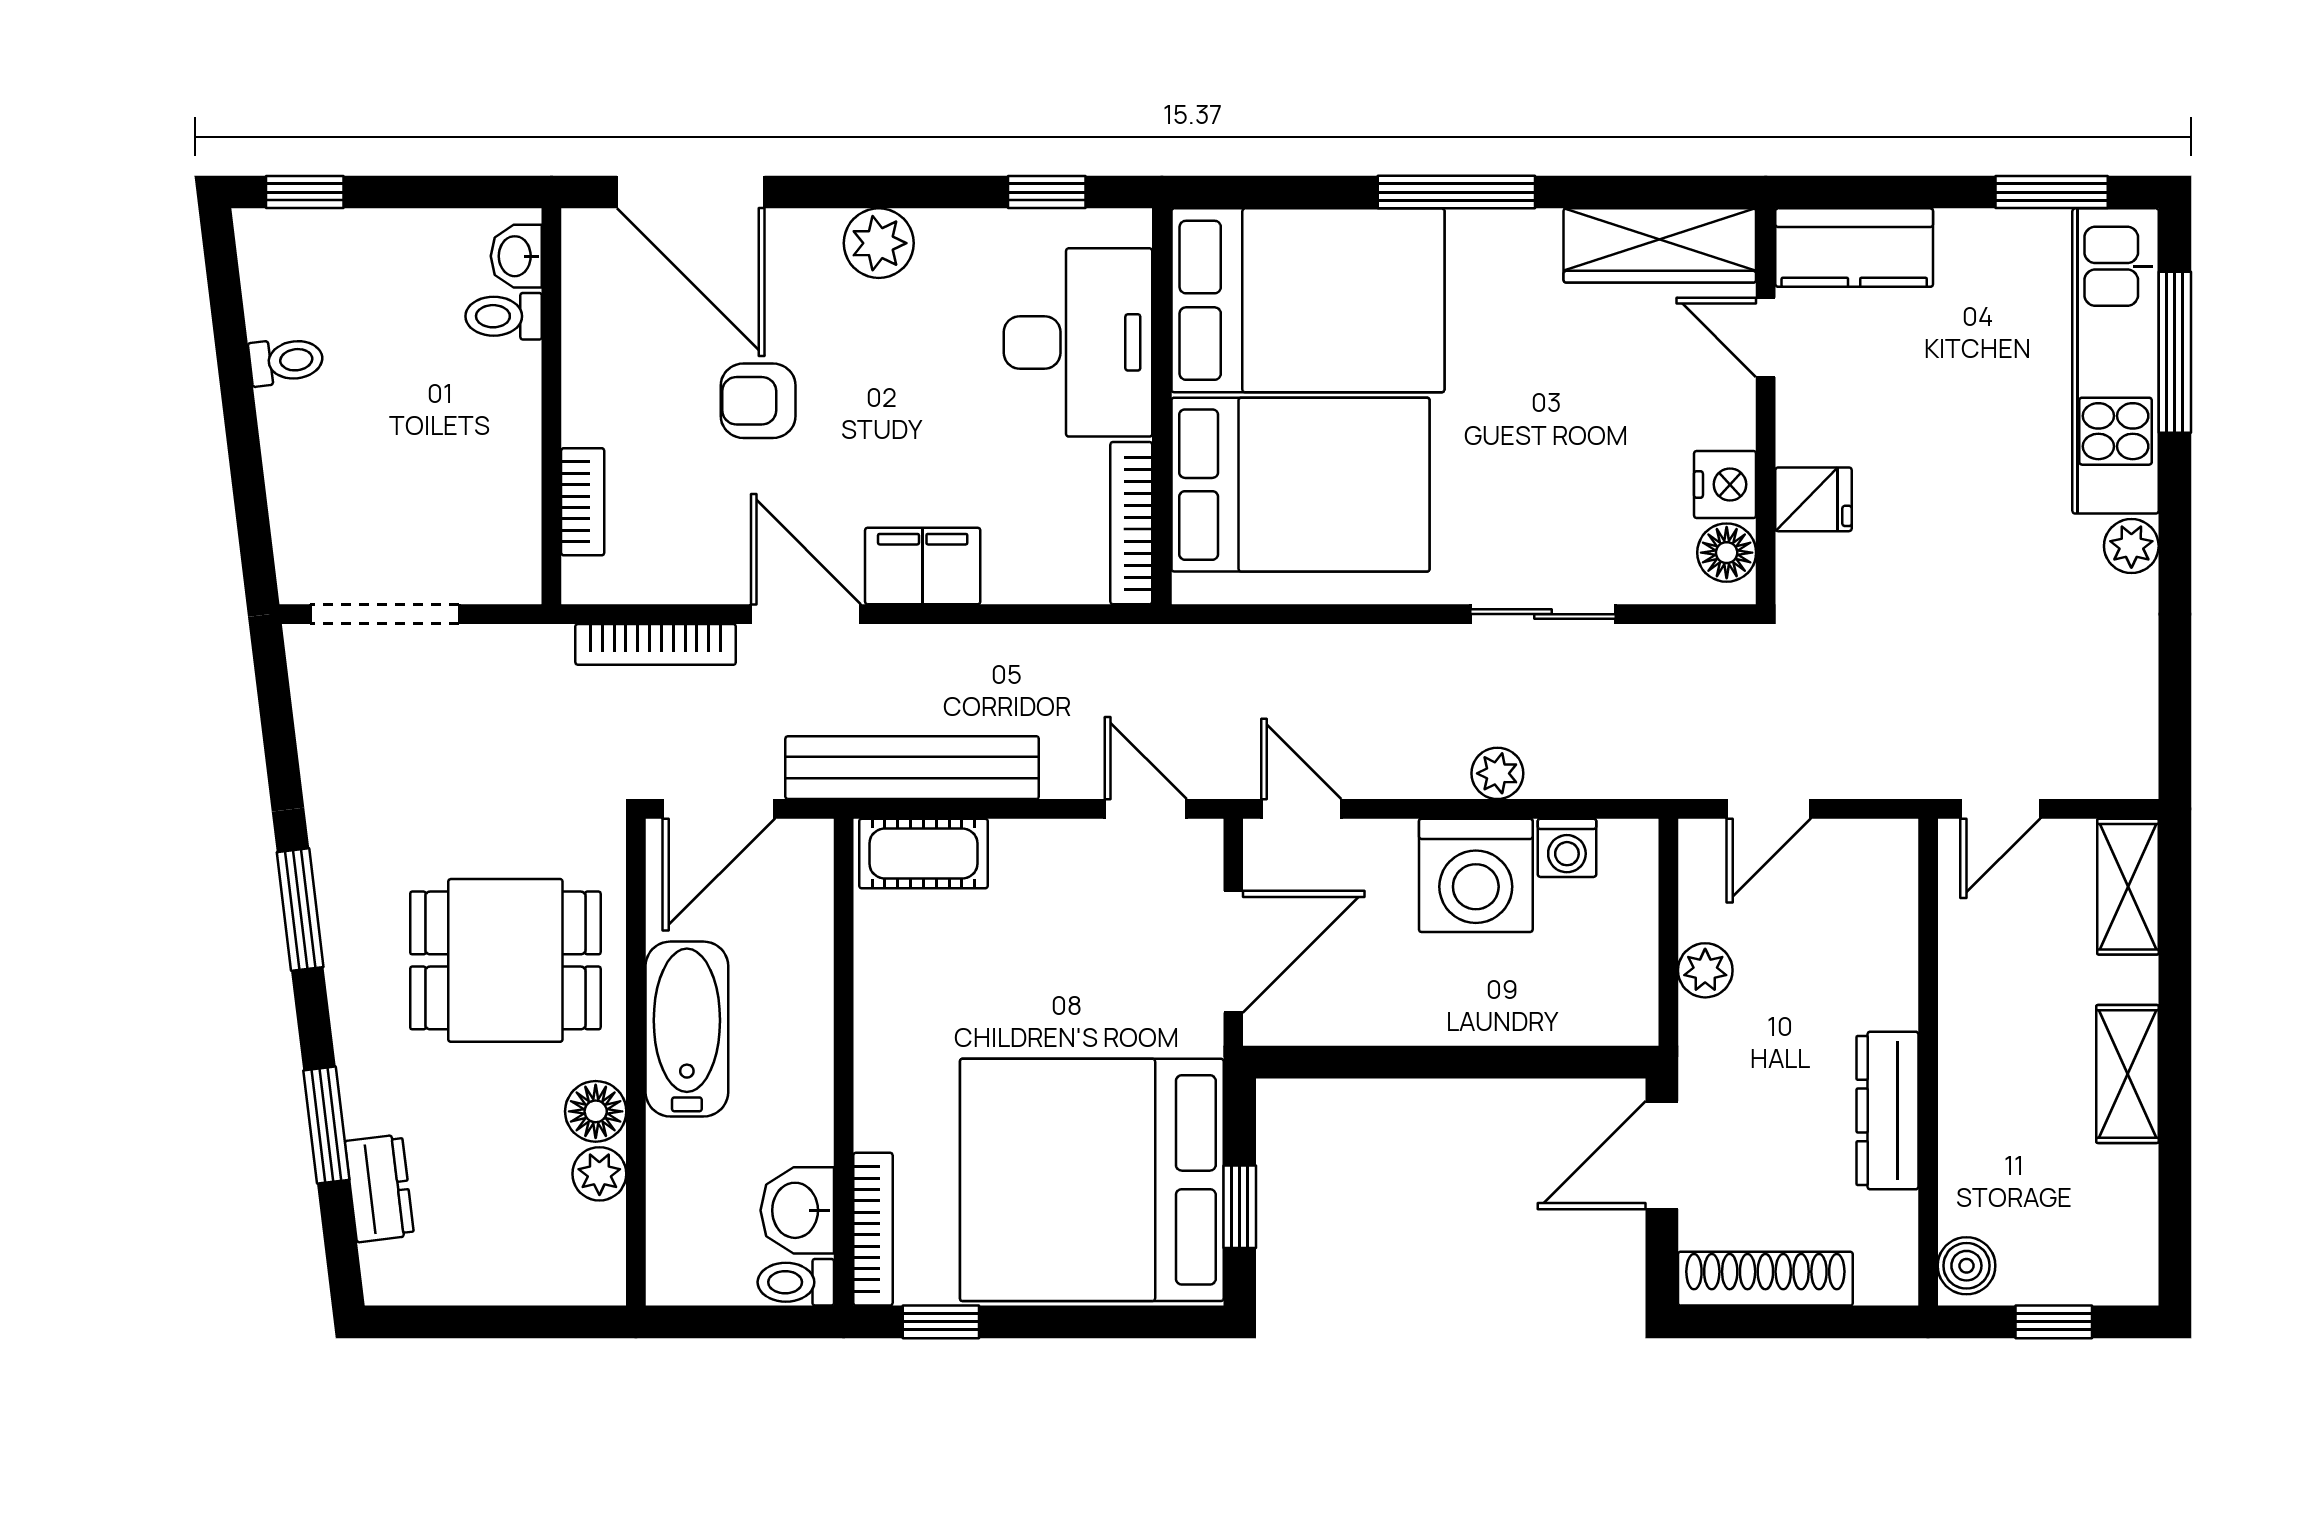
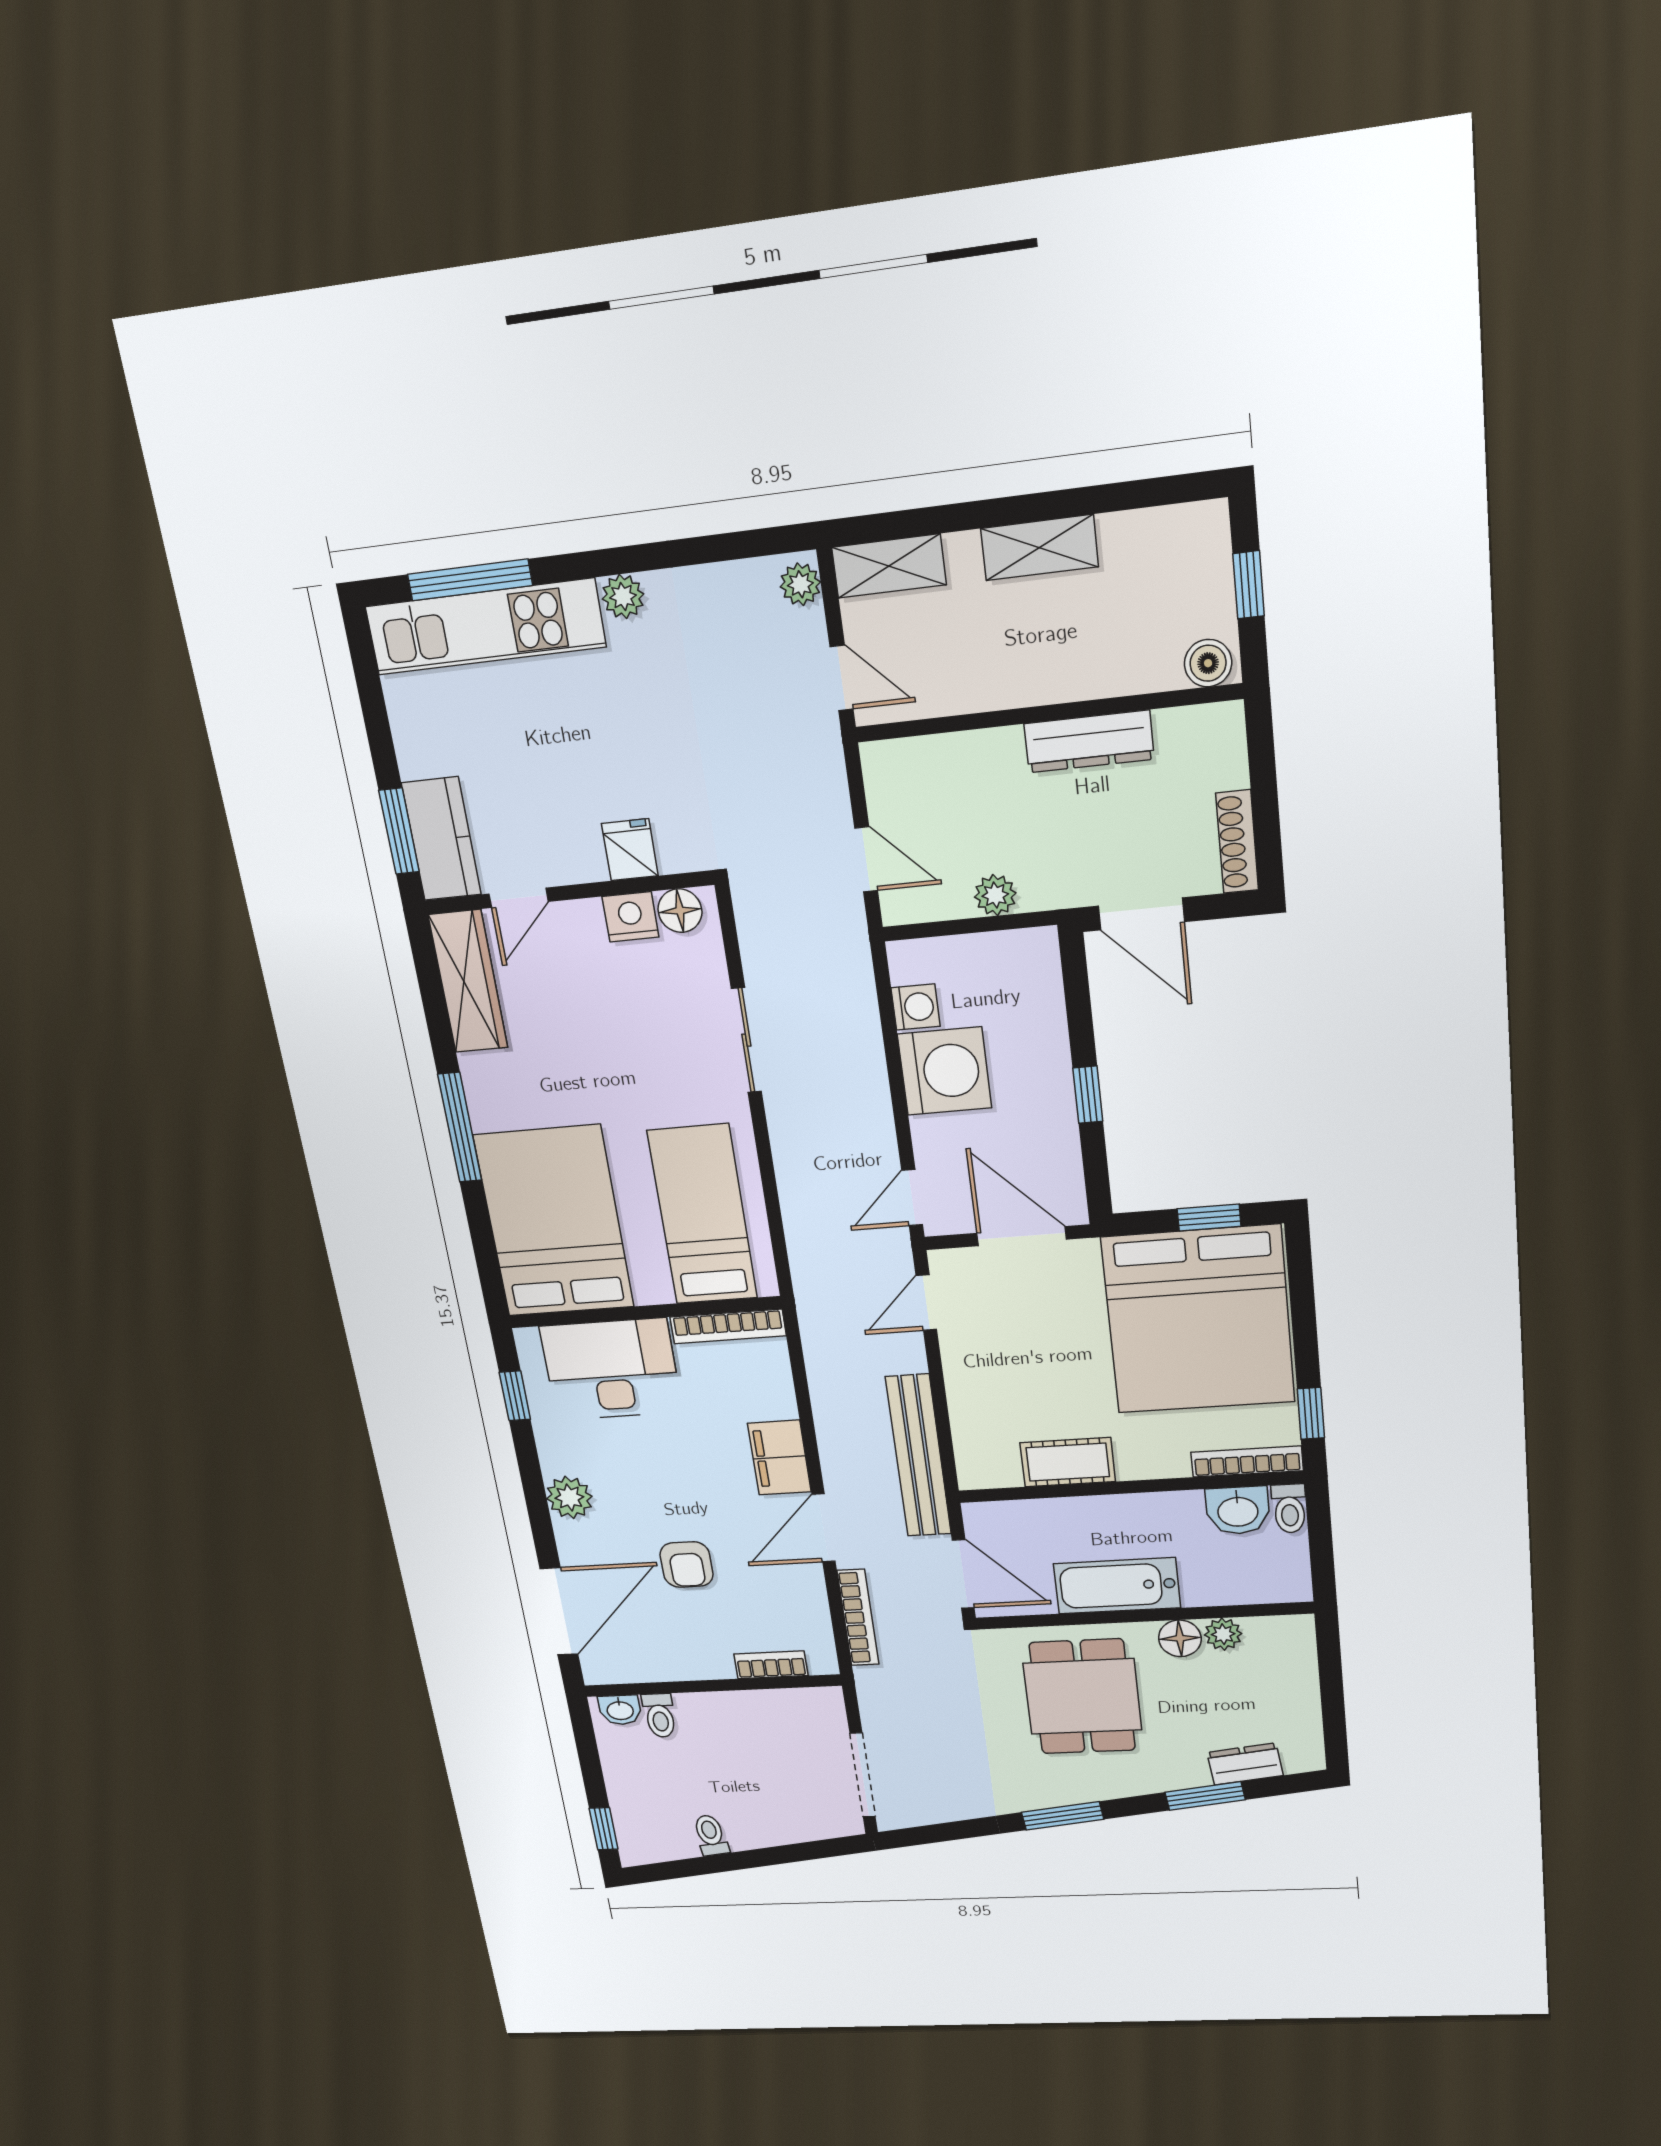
window: (2052, 192) -> (399, 831), moved
bed: (1301, 485) -> (702, 1215), width x0.67
plant: (1497, 773) -> (800, 584), moved
cot: (923, 854) -> (1068, 1462), moved, turned 90
window: (1426, 1062) -> (1088, 1095), added
shoe rack: (1765, 1279) -> (1237, 842), width x0.74, depth x0.81

